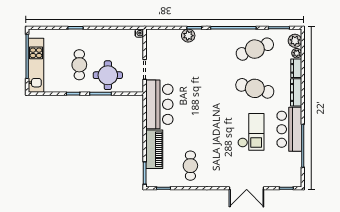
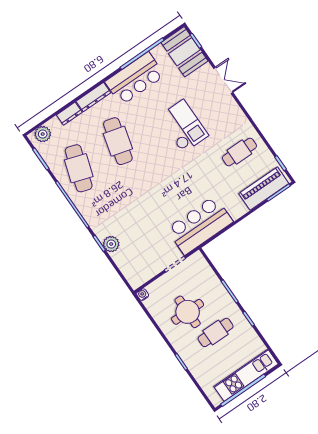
cafe table: (255, 49) -> (79, 168), turned 39
plant: (297, 53) -> (54, 124), removed
round table: (108, 75) -> (188, 312), moved
checkout: (251, 132) -> (183, 126), moved, turned 90
piano: (154, 149) -> (264, 189), moved
booth: (284, 175) -> (184, 52), added
double door: (247, 188) -> (223, 80), width x0.73

